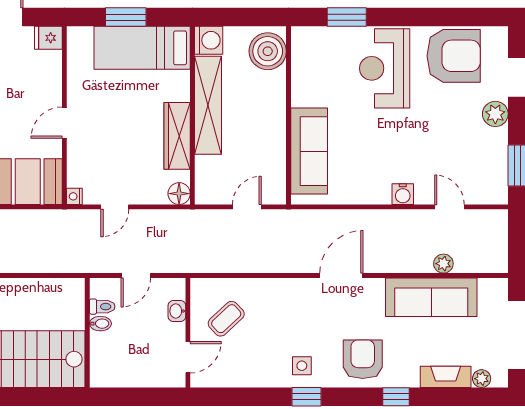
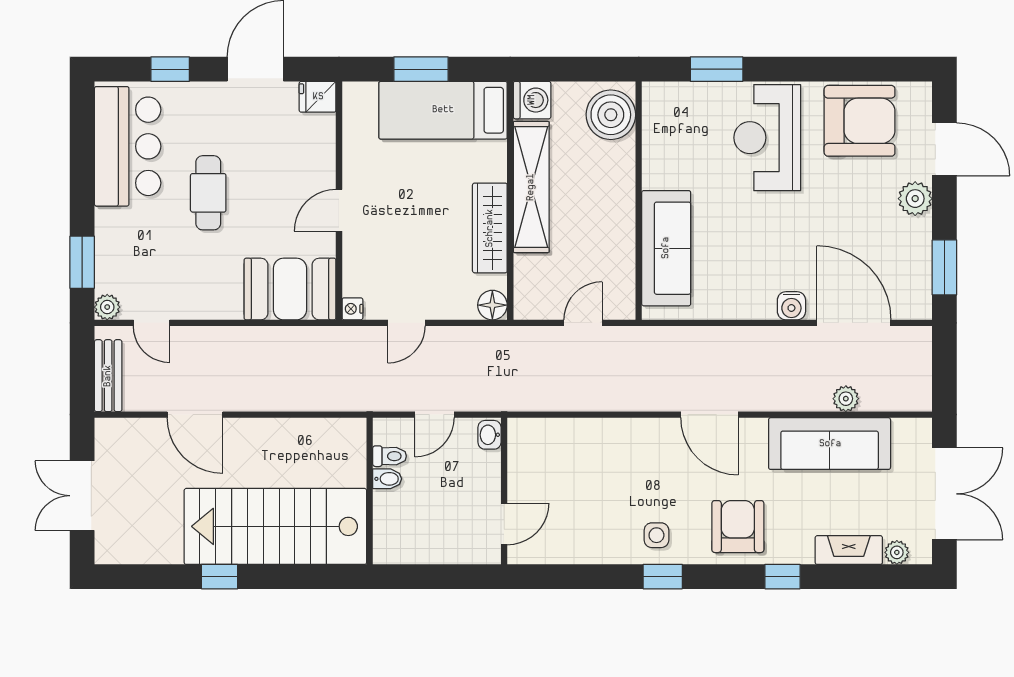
door: (450, 207) -> (854, 323), width x1.87
door: (341, 276) -> (709, 415), swing flipped
washbasin: (177, 311) -> (489, 435), moved
coffee table: (226, 319) -> (555, 472), removed

